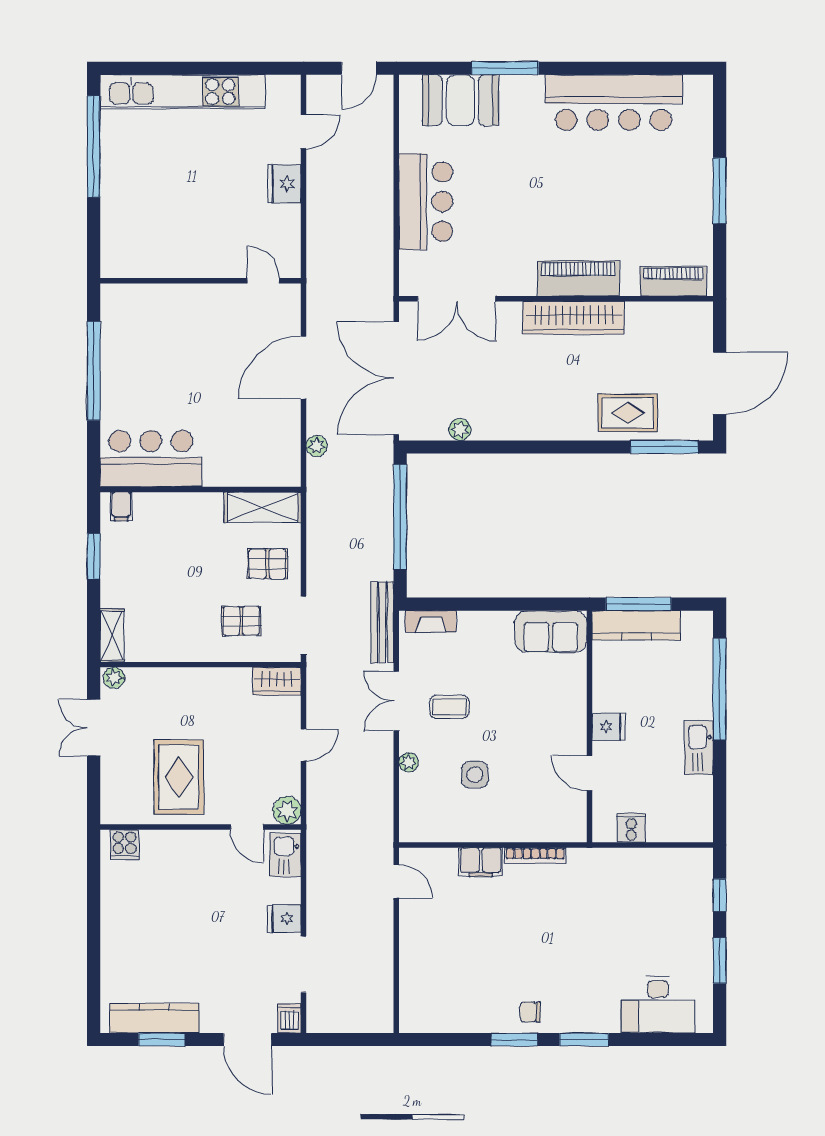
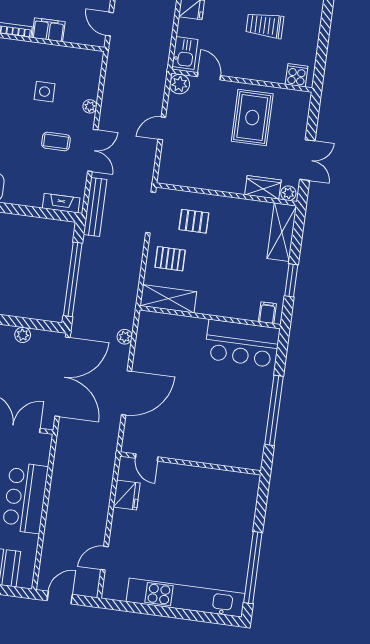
fridge: (284, 184) -> (127, 495), moved
shelving: (112, 635) -> (282, 232), width x1.50, depth x1.33
wardrobe: (277, 681) -> (263, 187), moved
trolley: (178, 909) -> (265, 25), added

